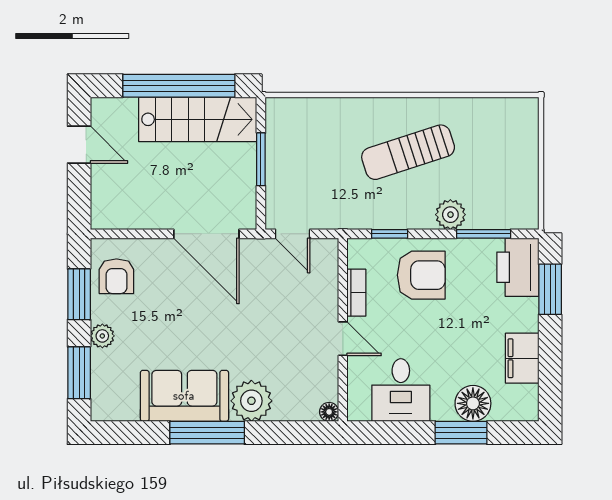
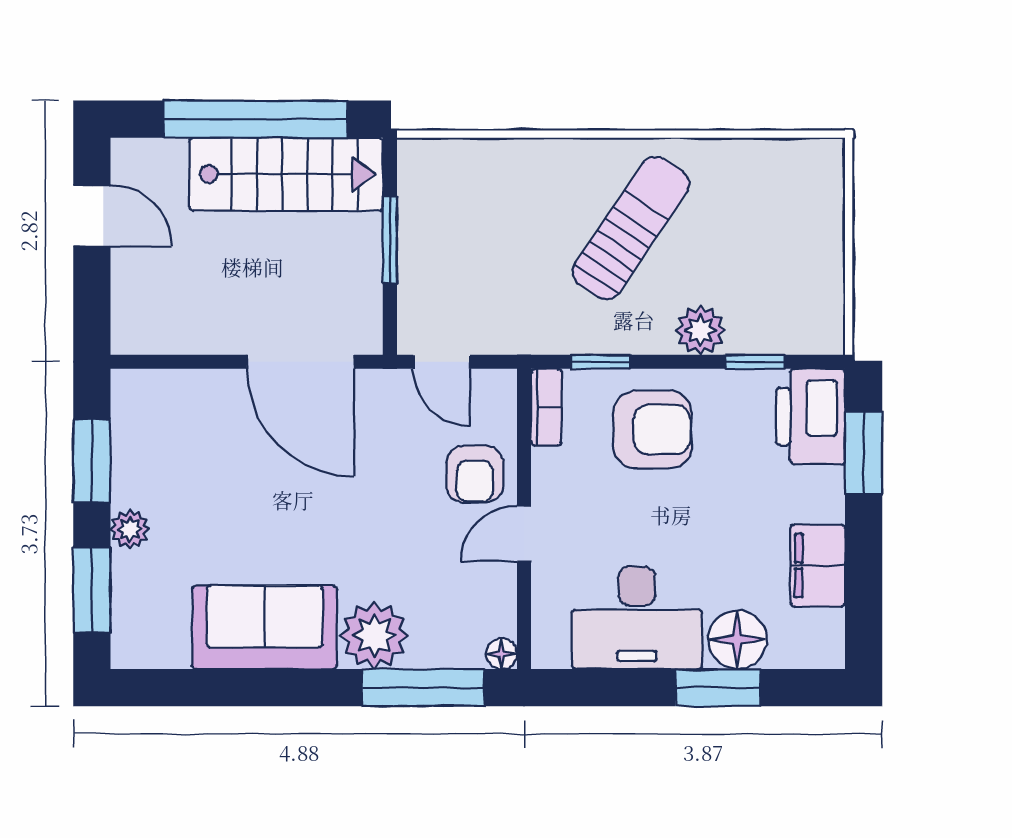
sun lounger: (408, 152) -> (631, 228), turned 142
window: (484, 234) -> (755, 362), width x0.67
armchair: (116, 276) -> (475, 474), moved
bookcase: (356, 293) -> (546, 407), moved
door: (343, 339) -> (524, 534), swing flipped
desk: (401, 390) -> (637, 618), width x1.37
window: (207, 433) -> (423, 688), moved

